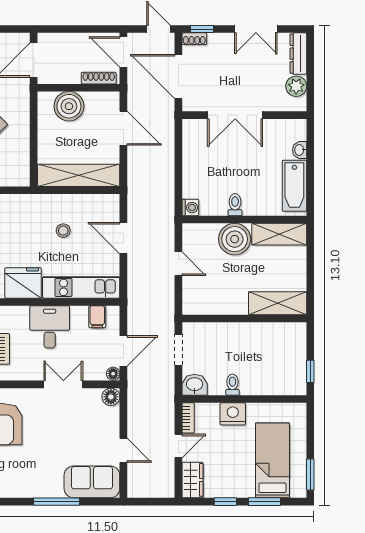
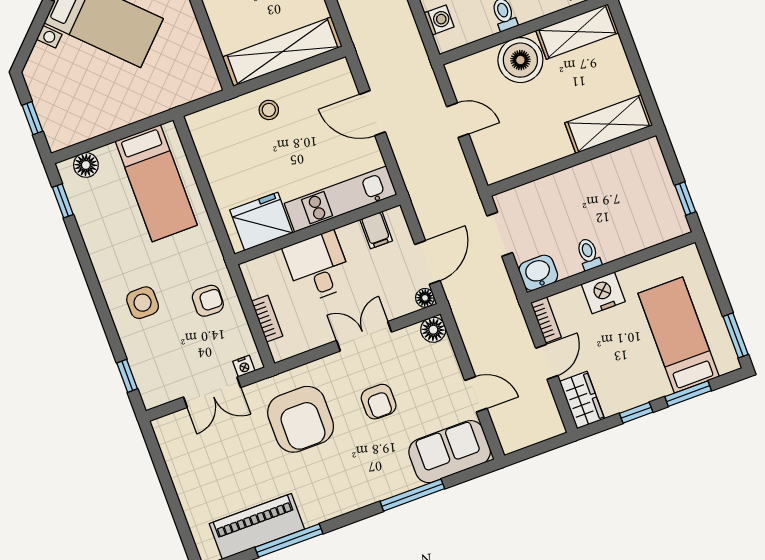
washing machine: (190, 208) -> (439, 20), moved
stool: (63, 231) -> (269, 110), moved
armchair: (57, 431) -> (379, 402), added

